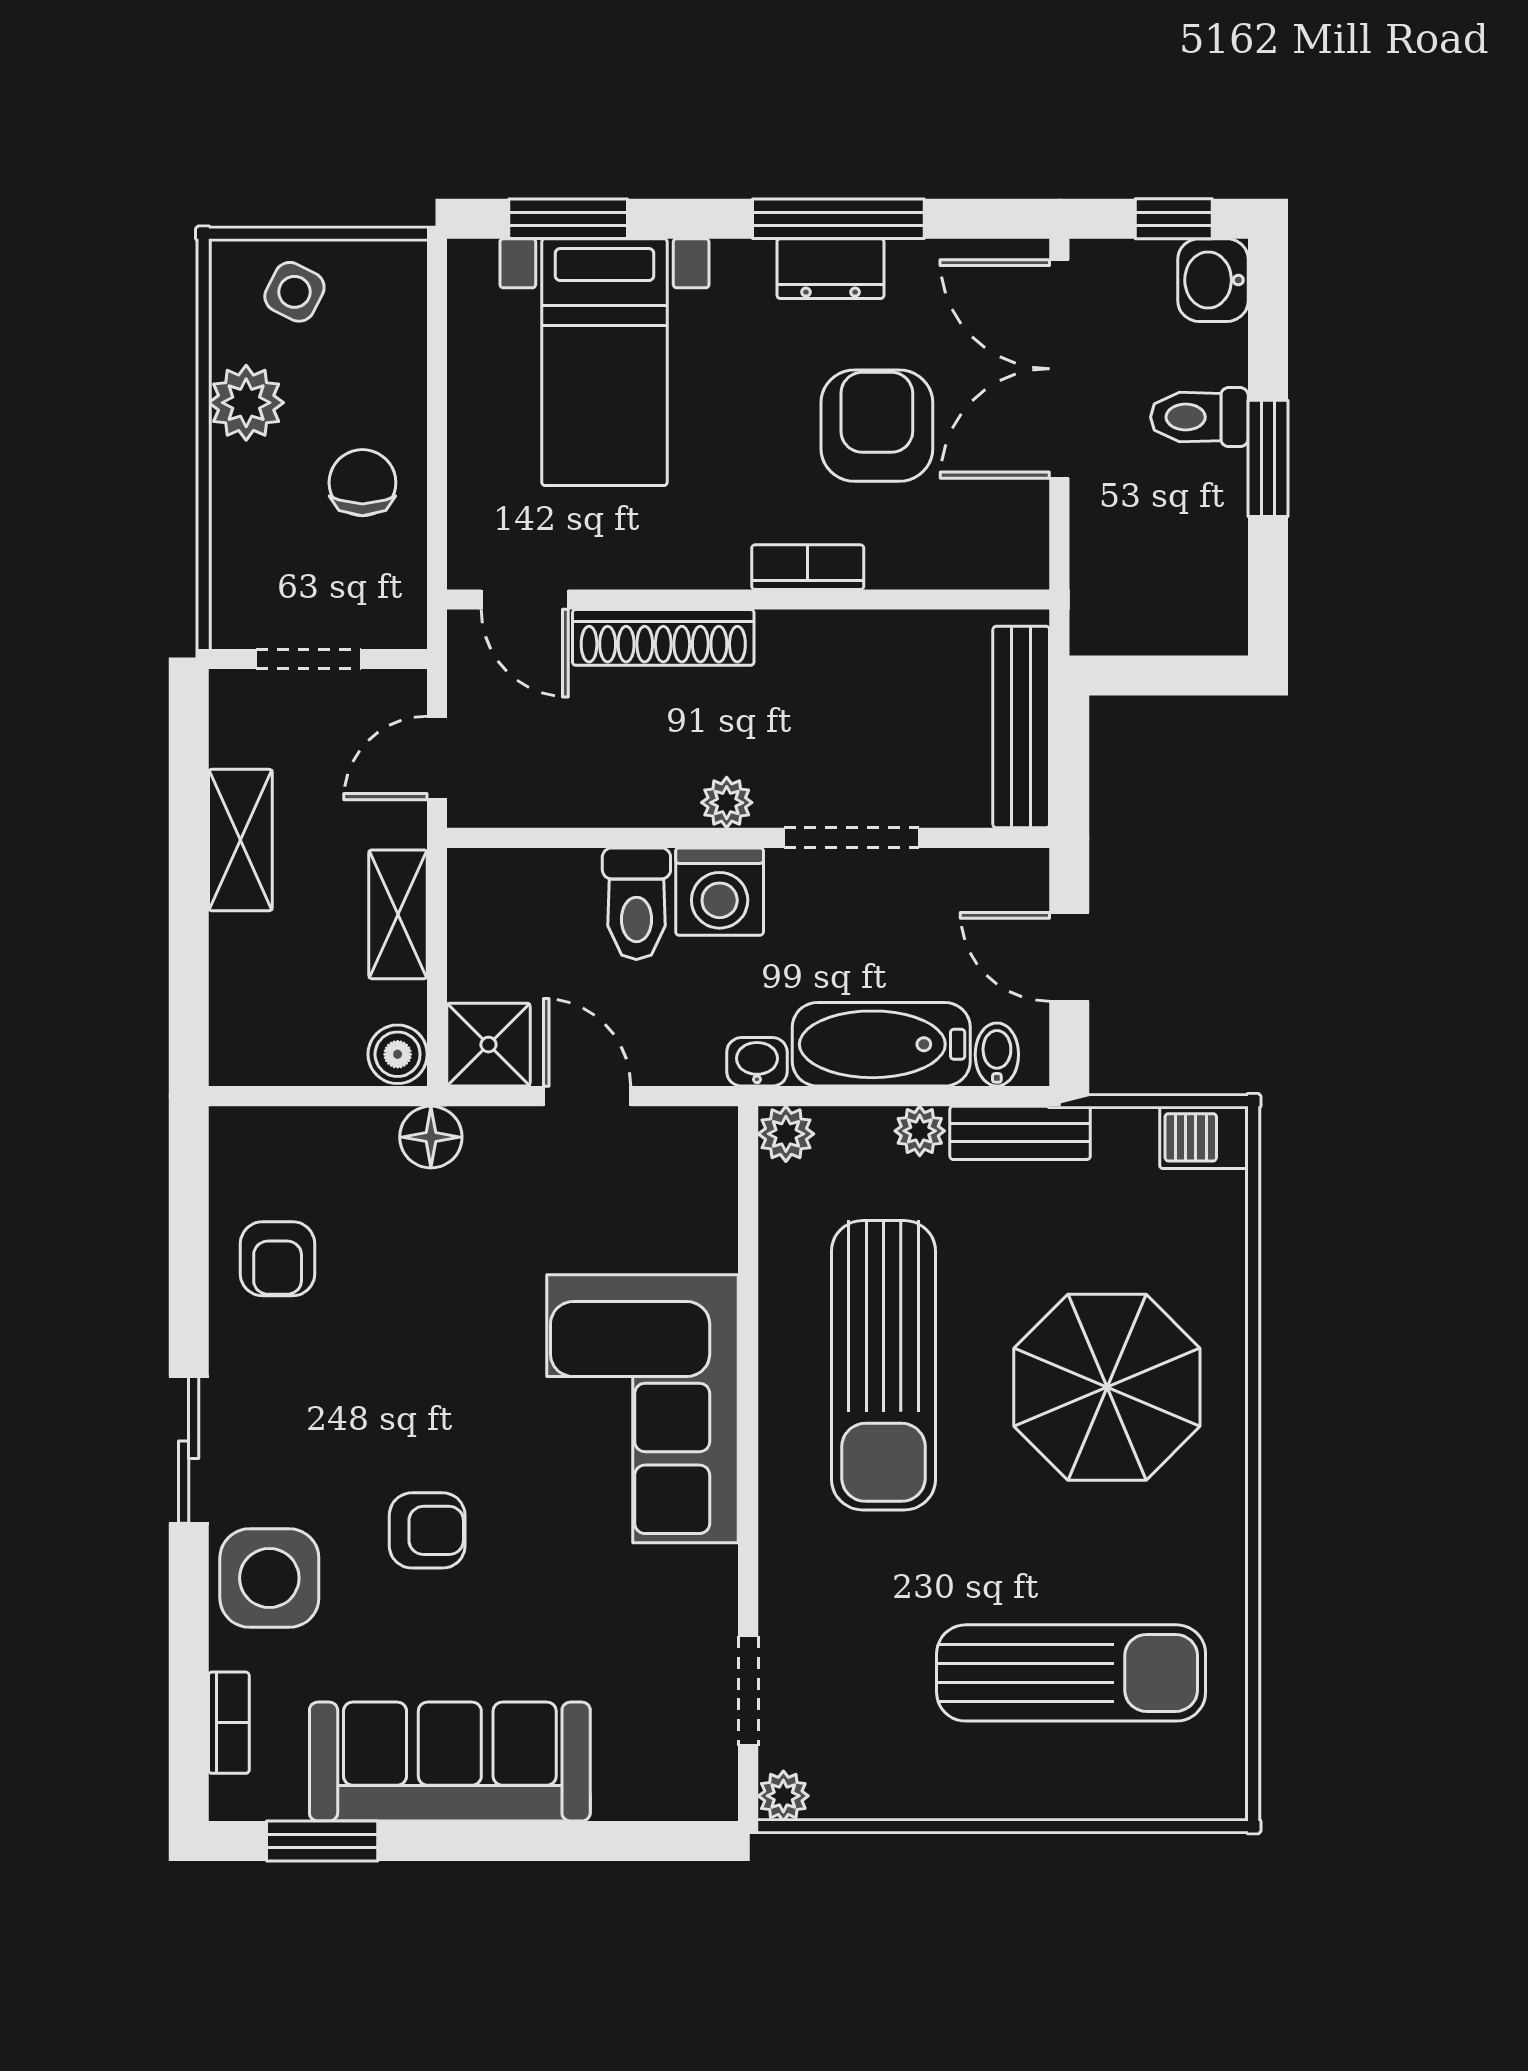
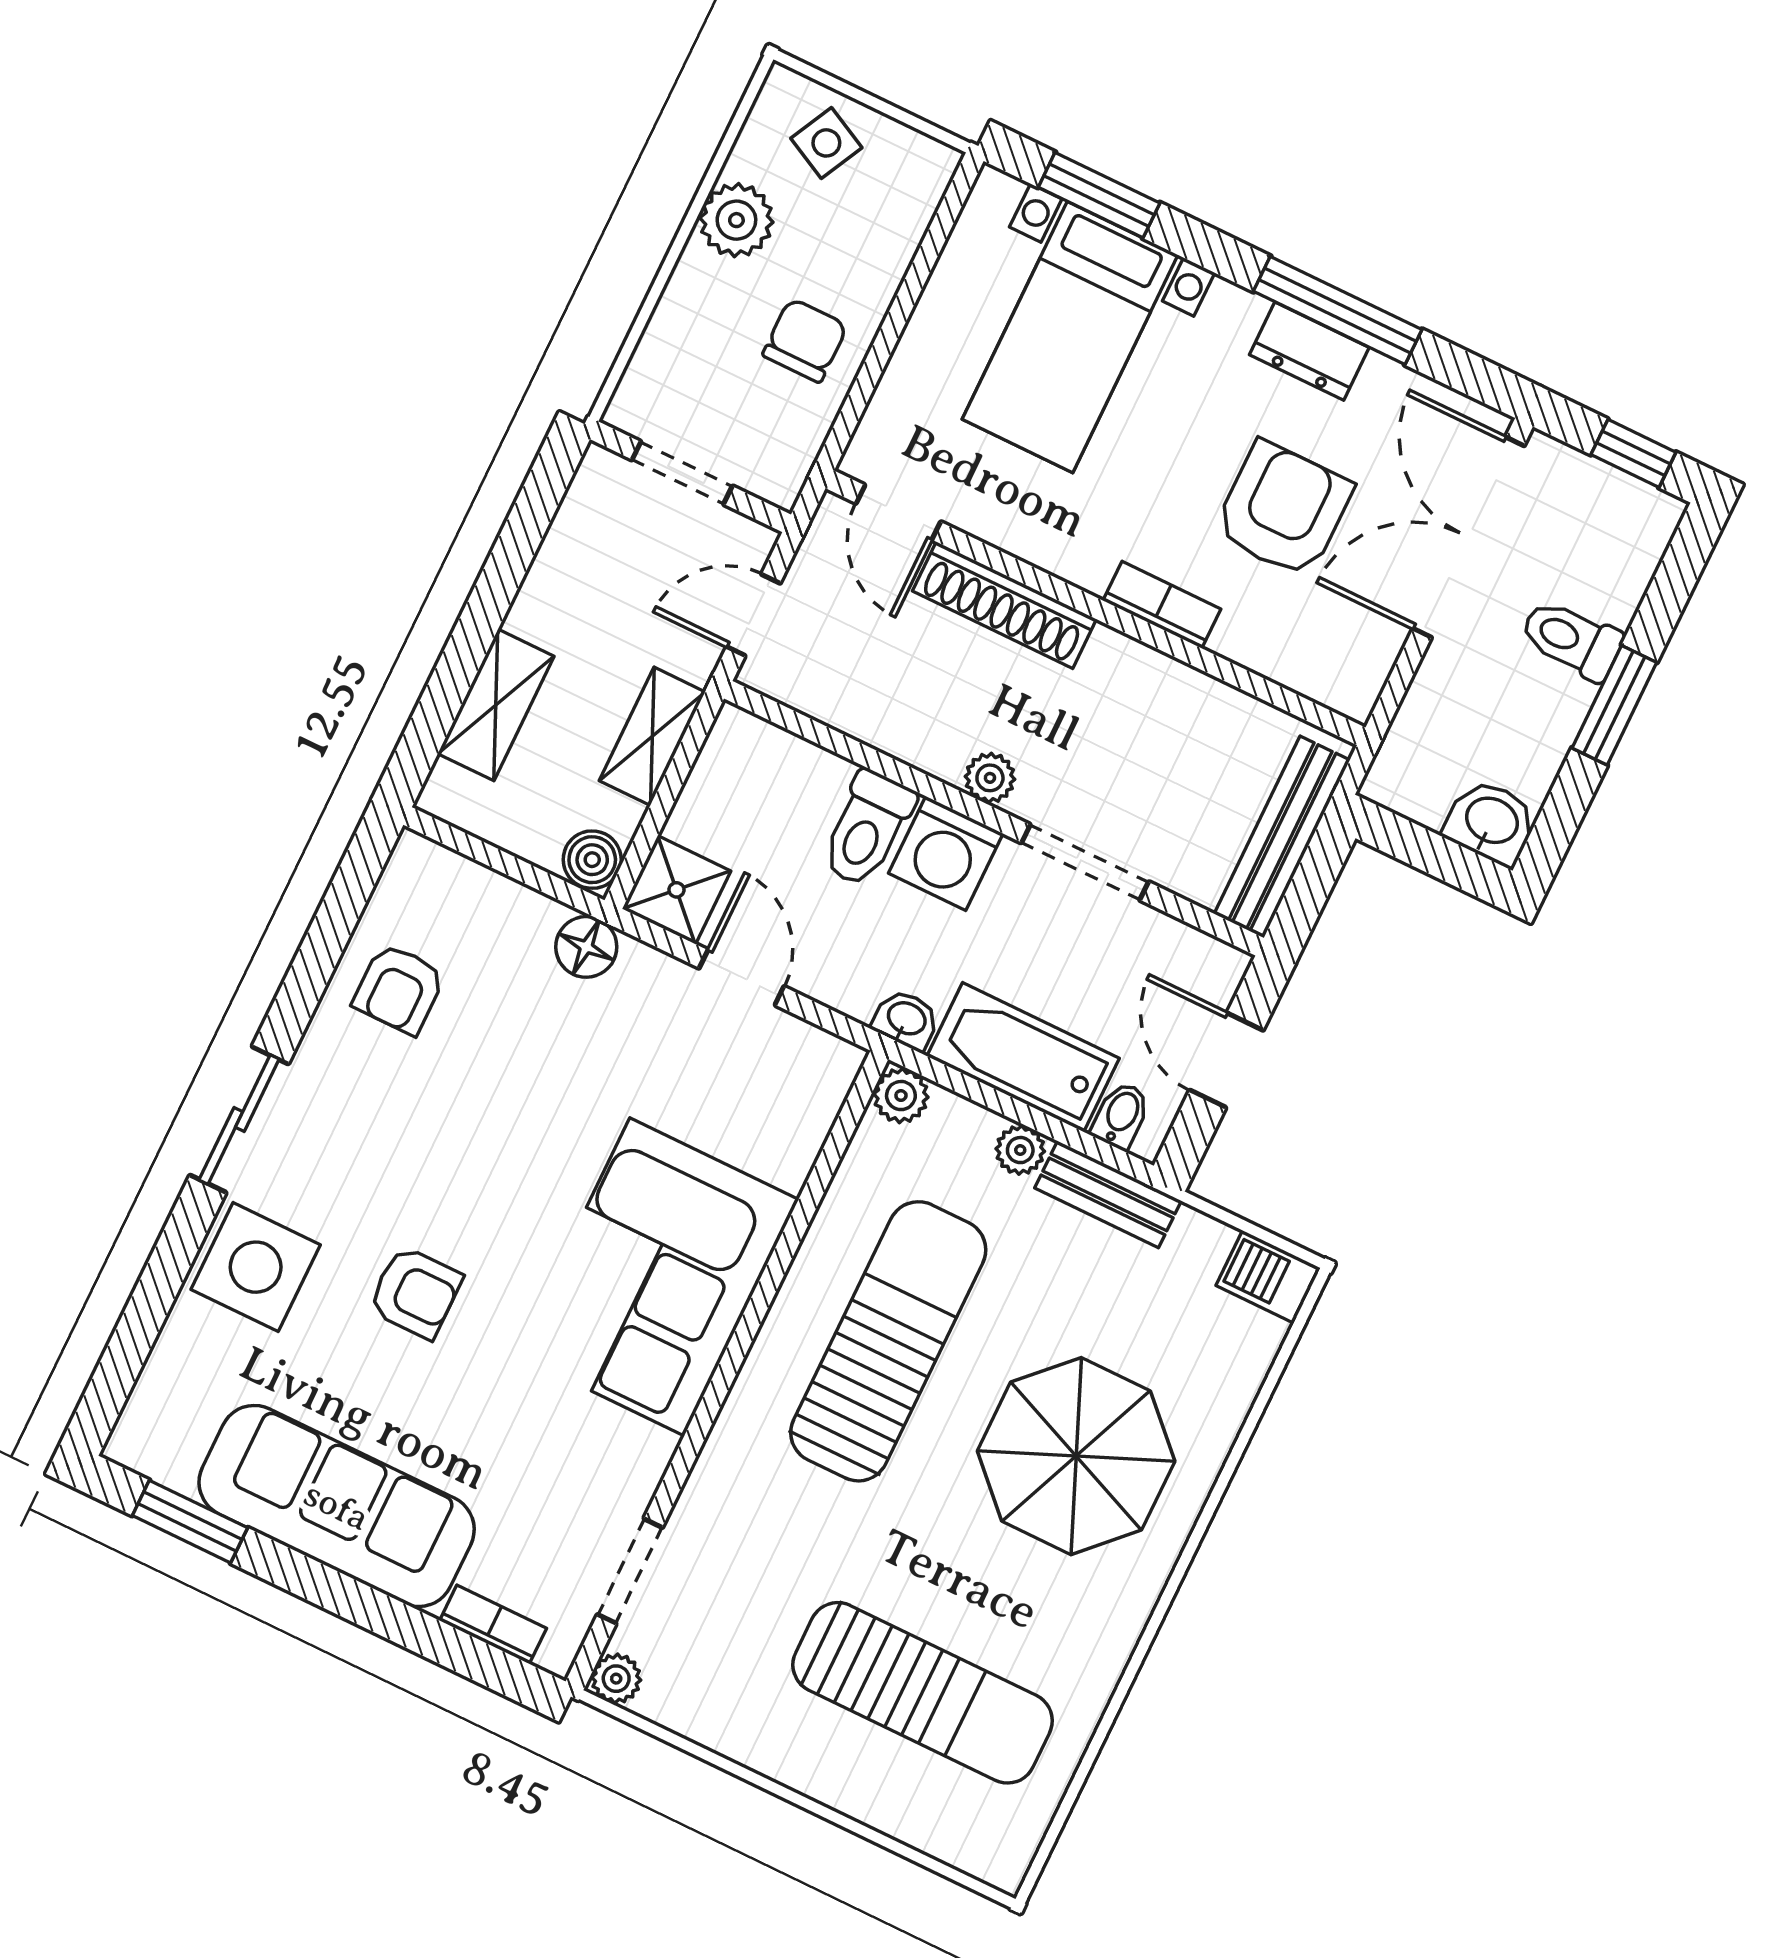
washbasin: (1213, 280) -> (1491, 822), moved, turned 90
shelving: (240, 840) -> (496, 705), moved
sun lounger: (883, 1365) -> (888, 1341), turned 180
bookcase: (229, 1723) -> (493, 1624), moved, turned -90

